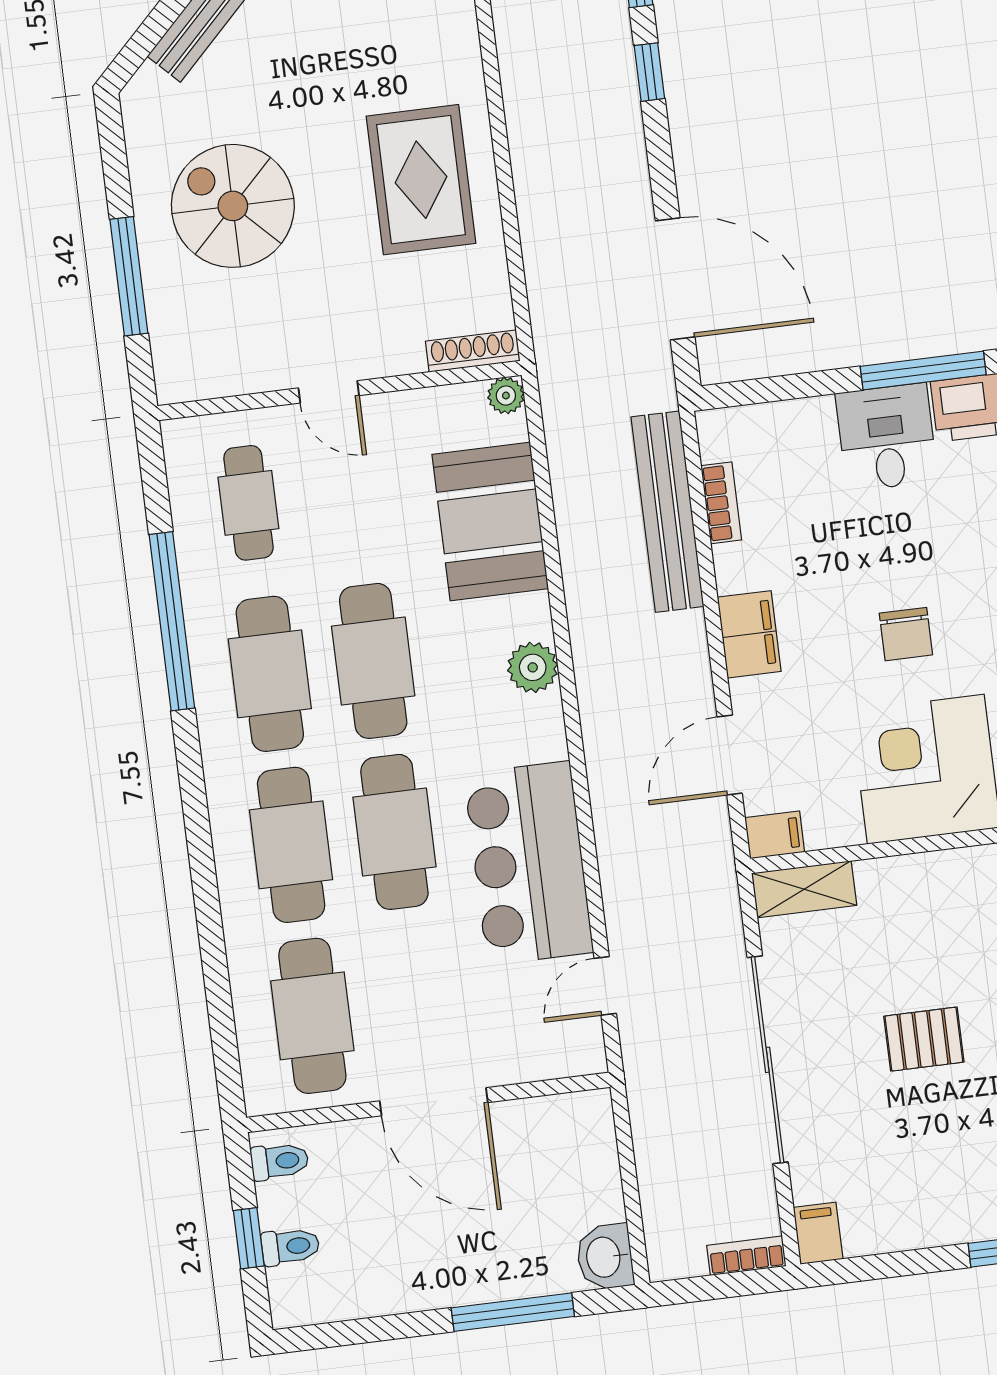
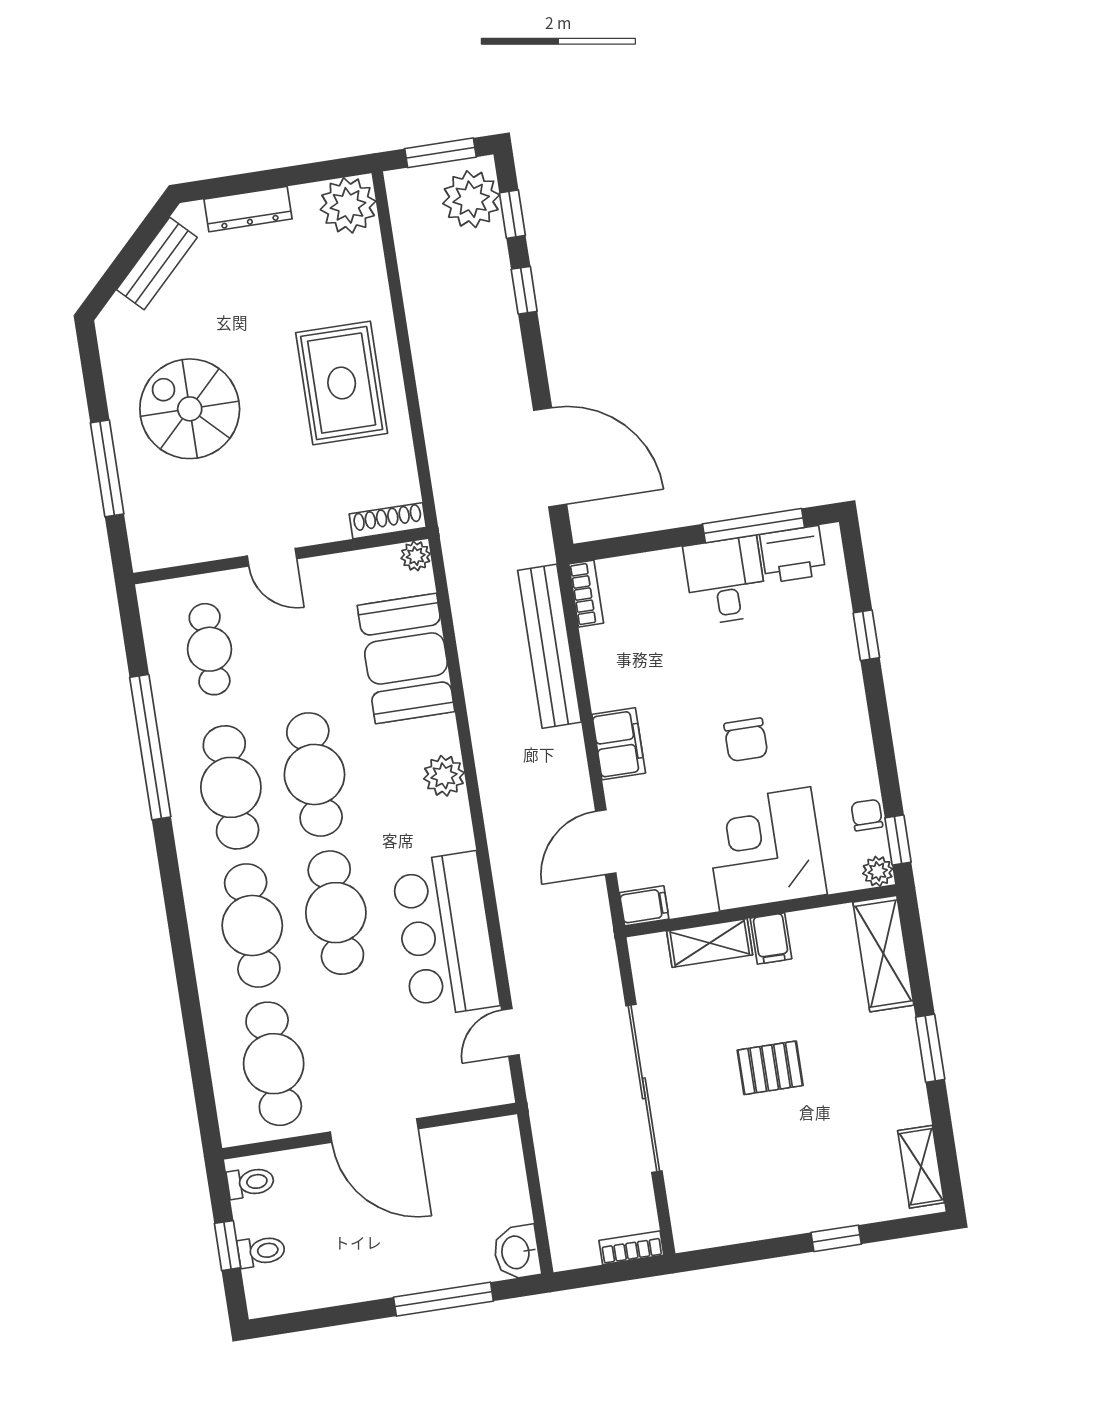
bookcase: (721, 503) -> (586, 594), moved
shelving: (804, 889) -> (710, 943), moved
filing cabinet: (818, 1233) -> (771, 938), moved, turned 180

